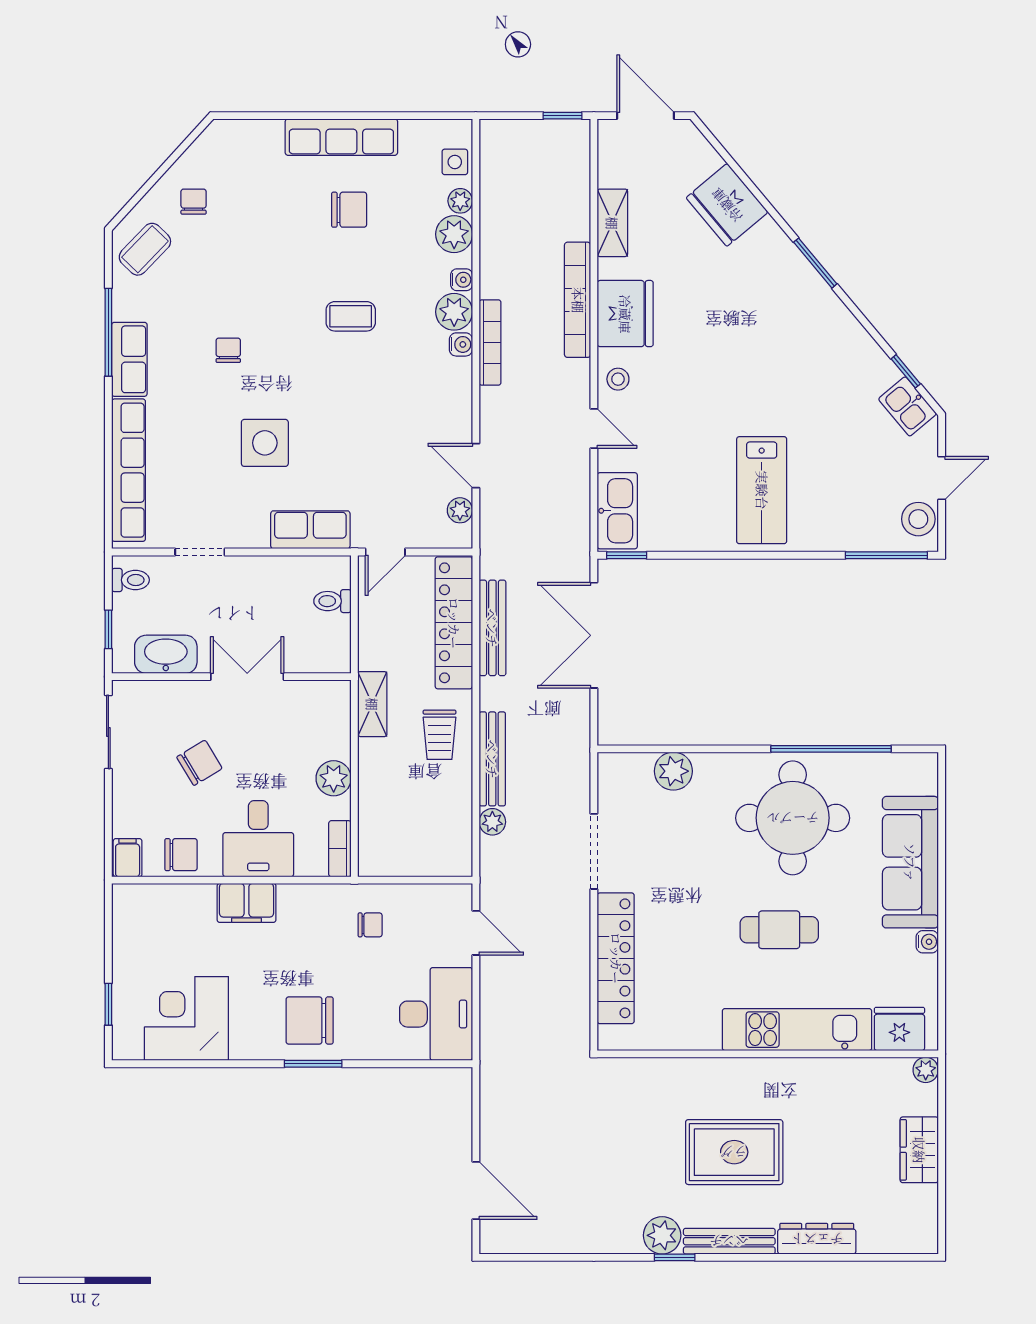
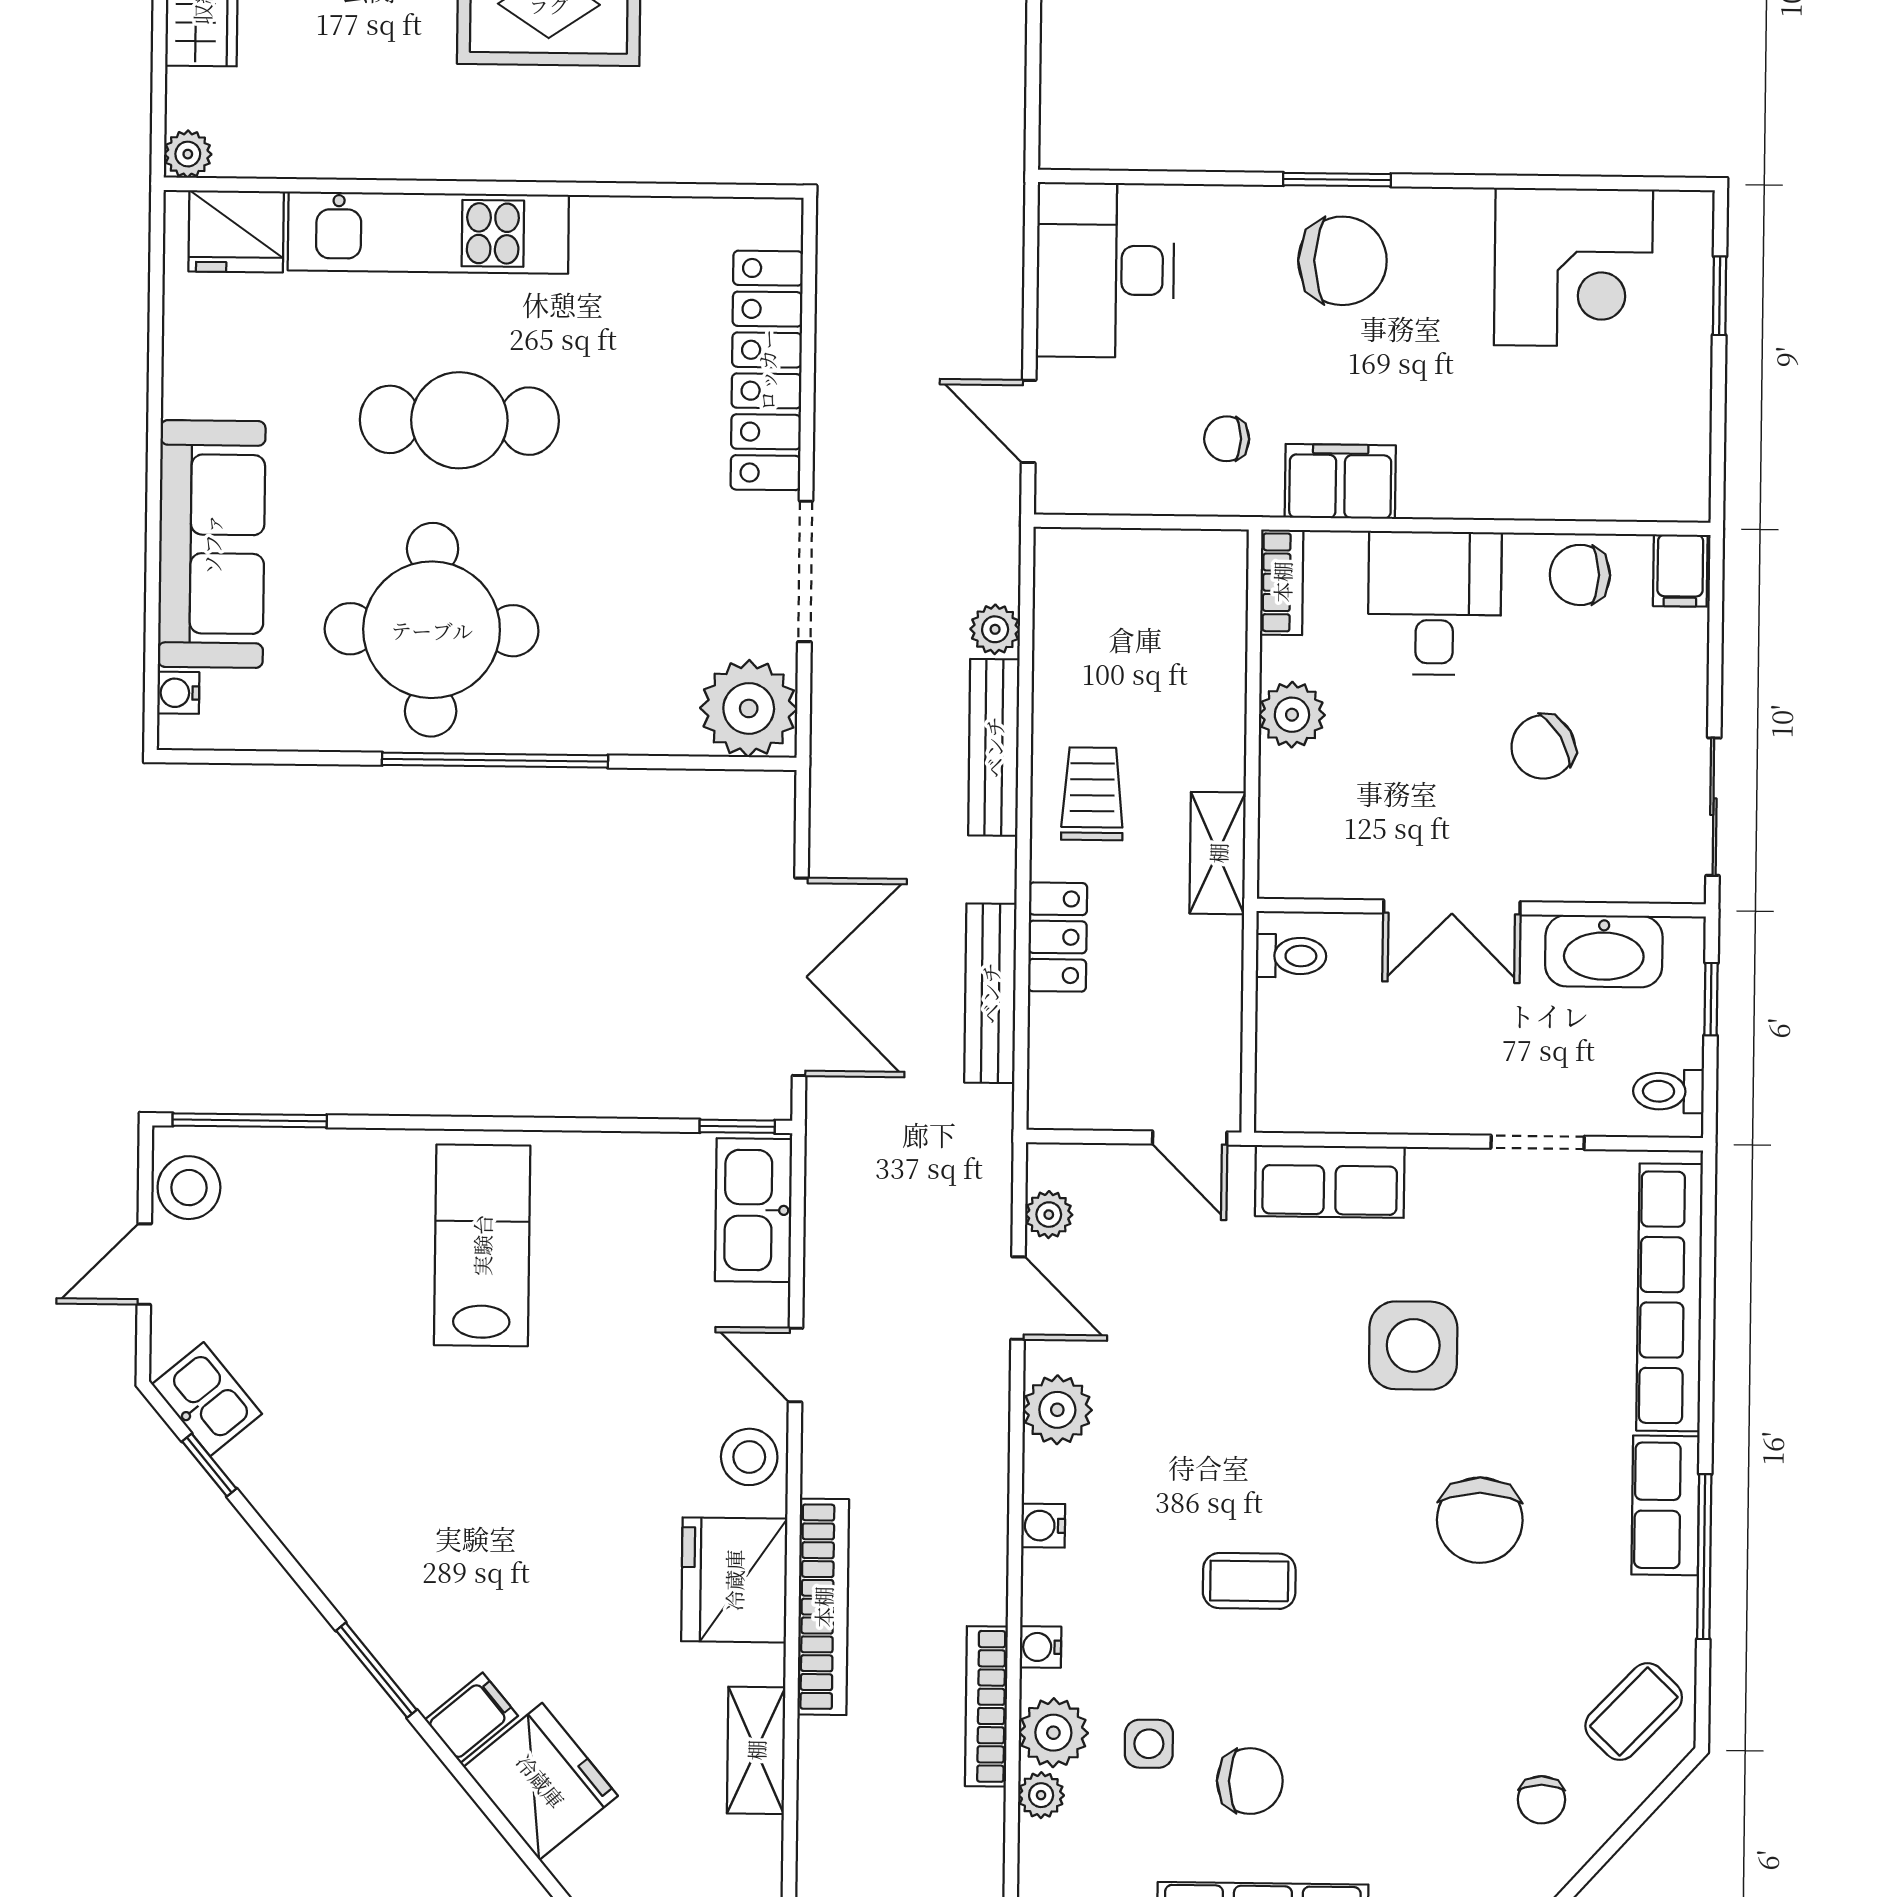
side table: (455, 162) -> (1149, 1744), moved
chair: (349, 210) -> (1250, 1781), turned 180
filing cabinet: (764, 238) -> (471, 1718), added
plant: (454, 312) -> (1057, 1410), moved
bookcase: (490, 342) -> (986, 1706), moved
chair: (228, 350) -> (1480, 1520), width x1.87, depth x1.87
stool: (618, 379) -> (749, 1457), width x1.37, depth x1.37
door: (385, 552) -> (1190, 1138), swing flipped
toilet: (332, 601) -> (1291, 956), moved
locker: (454, 623) -> (1058, 937), width x0.46, depth x0.83
window: (831, 749) -> (495, 760), moved
plant: (673, 771) -> (749, 708), moved, width x1.36, depth x1.36
filing cabinet: (247, 903) -> (1340, 481), moved
cafe table: (779, 930) -> (459, 420), width x1.37, depth x1.35
water cooler: (927, 942) -> (178, 693), moved

